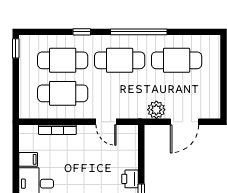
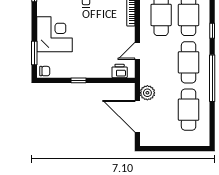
door: (185, 122) -> (137, 116), width x1.36
printer: (130, 179) -> (120, 71), moved

